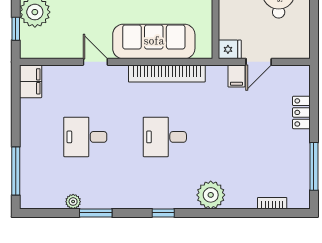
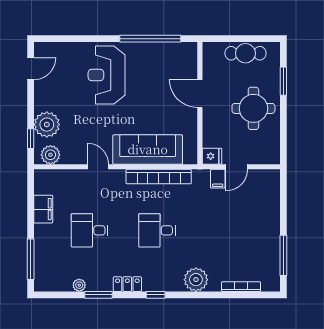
plant: (39, 48) -> (50, 155), added
filing cabinet: (31, 81) -> (43, 209), moved
locker: (301, 112) -> (127, 284), moved, turned 90
bookcase: (272, 203) -> (241, 287), width x1.56

